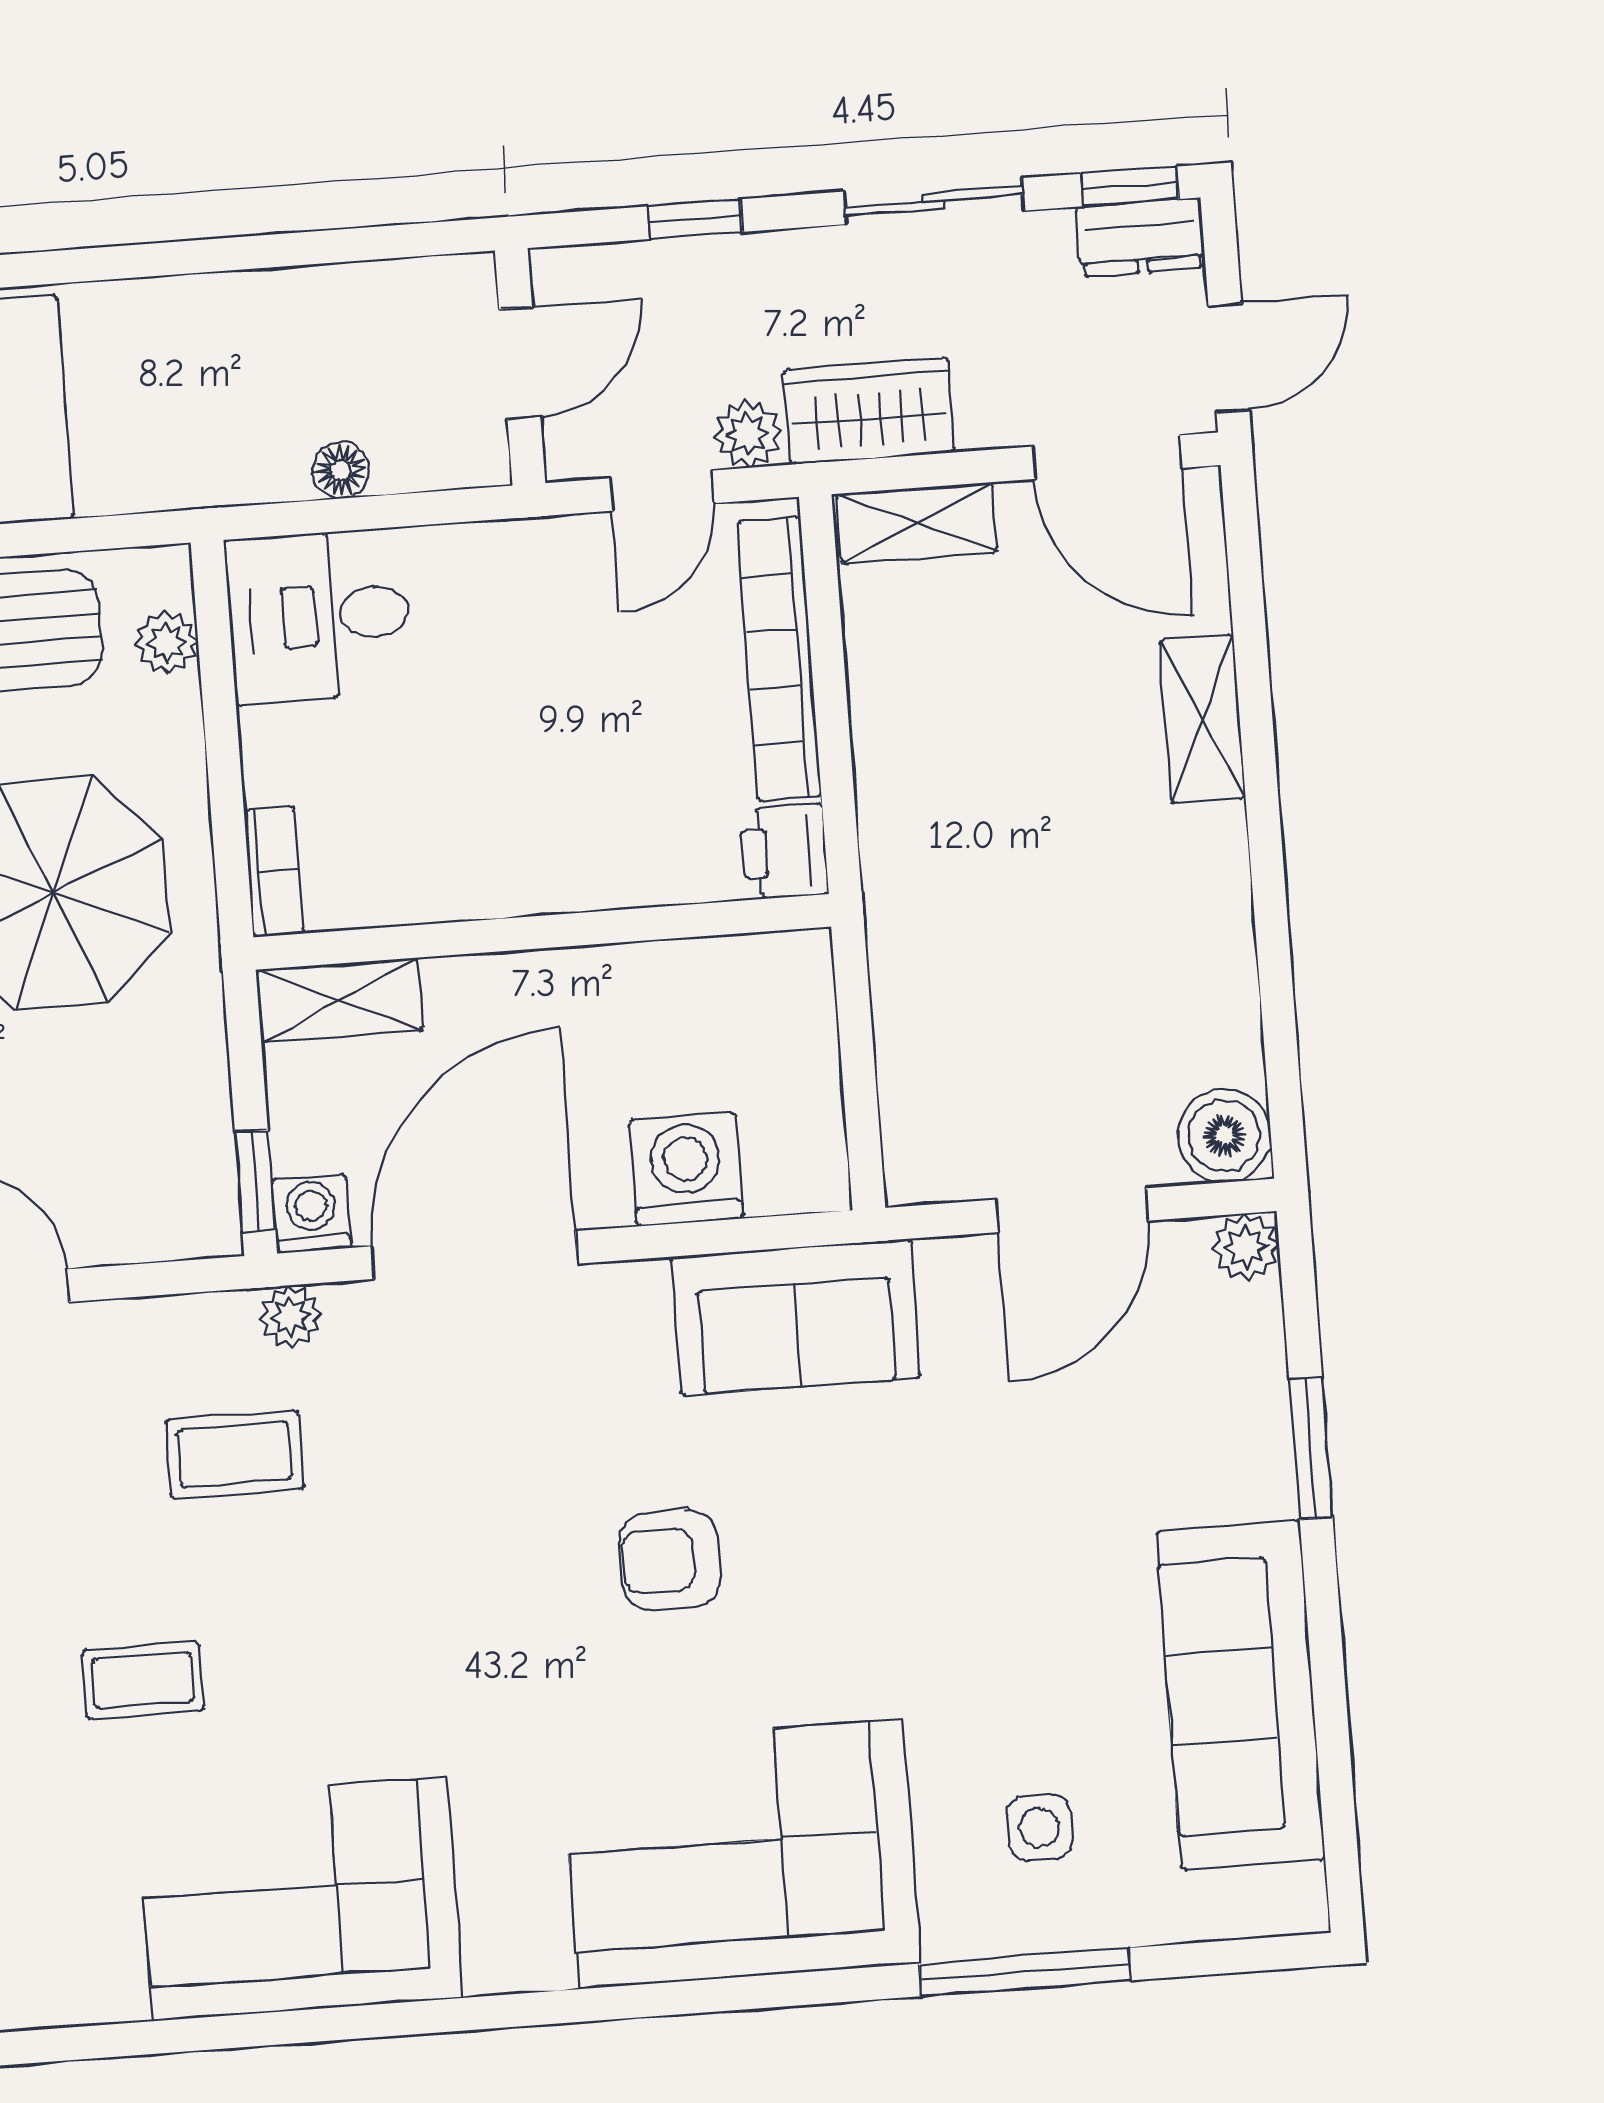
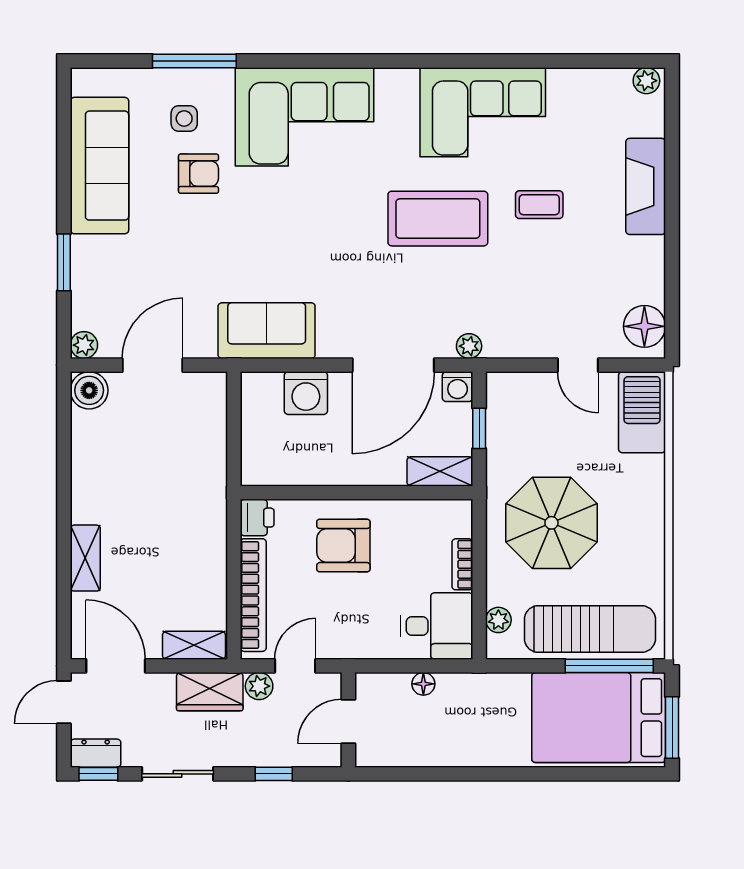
armchair: (565, 798) -> (343, 546), added
bookcase: (274, 872) -> (462, 564), moved
window: (255, 1181) -> (479, 428), moved
coffee table: (235, 1454) -> (438, 219), moved, width x1.86, depth x1.72
armchair: (670, 1560) -> (199, 174), moved

